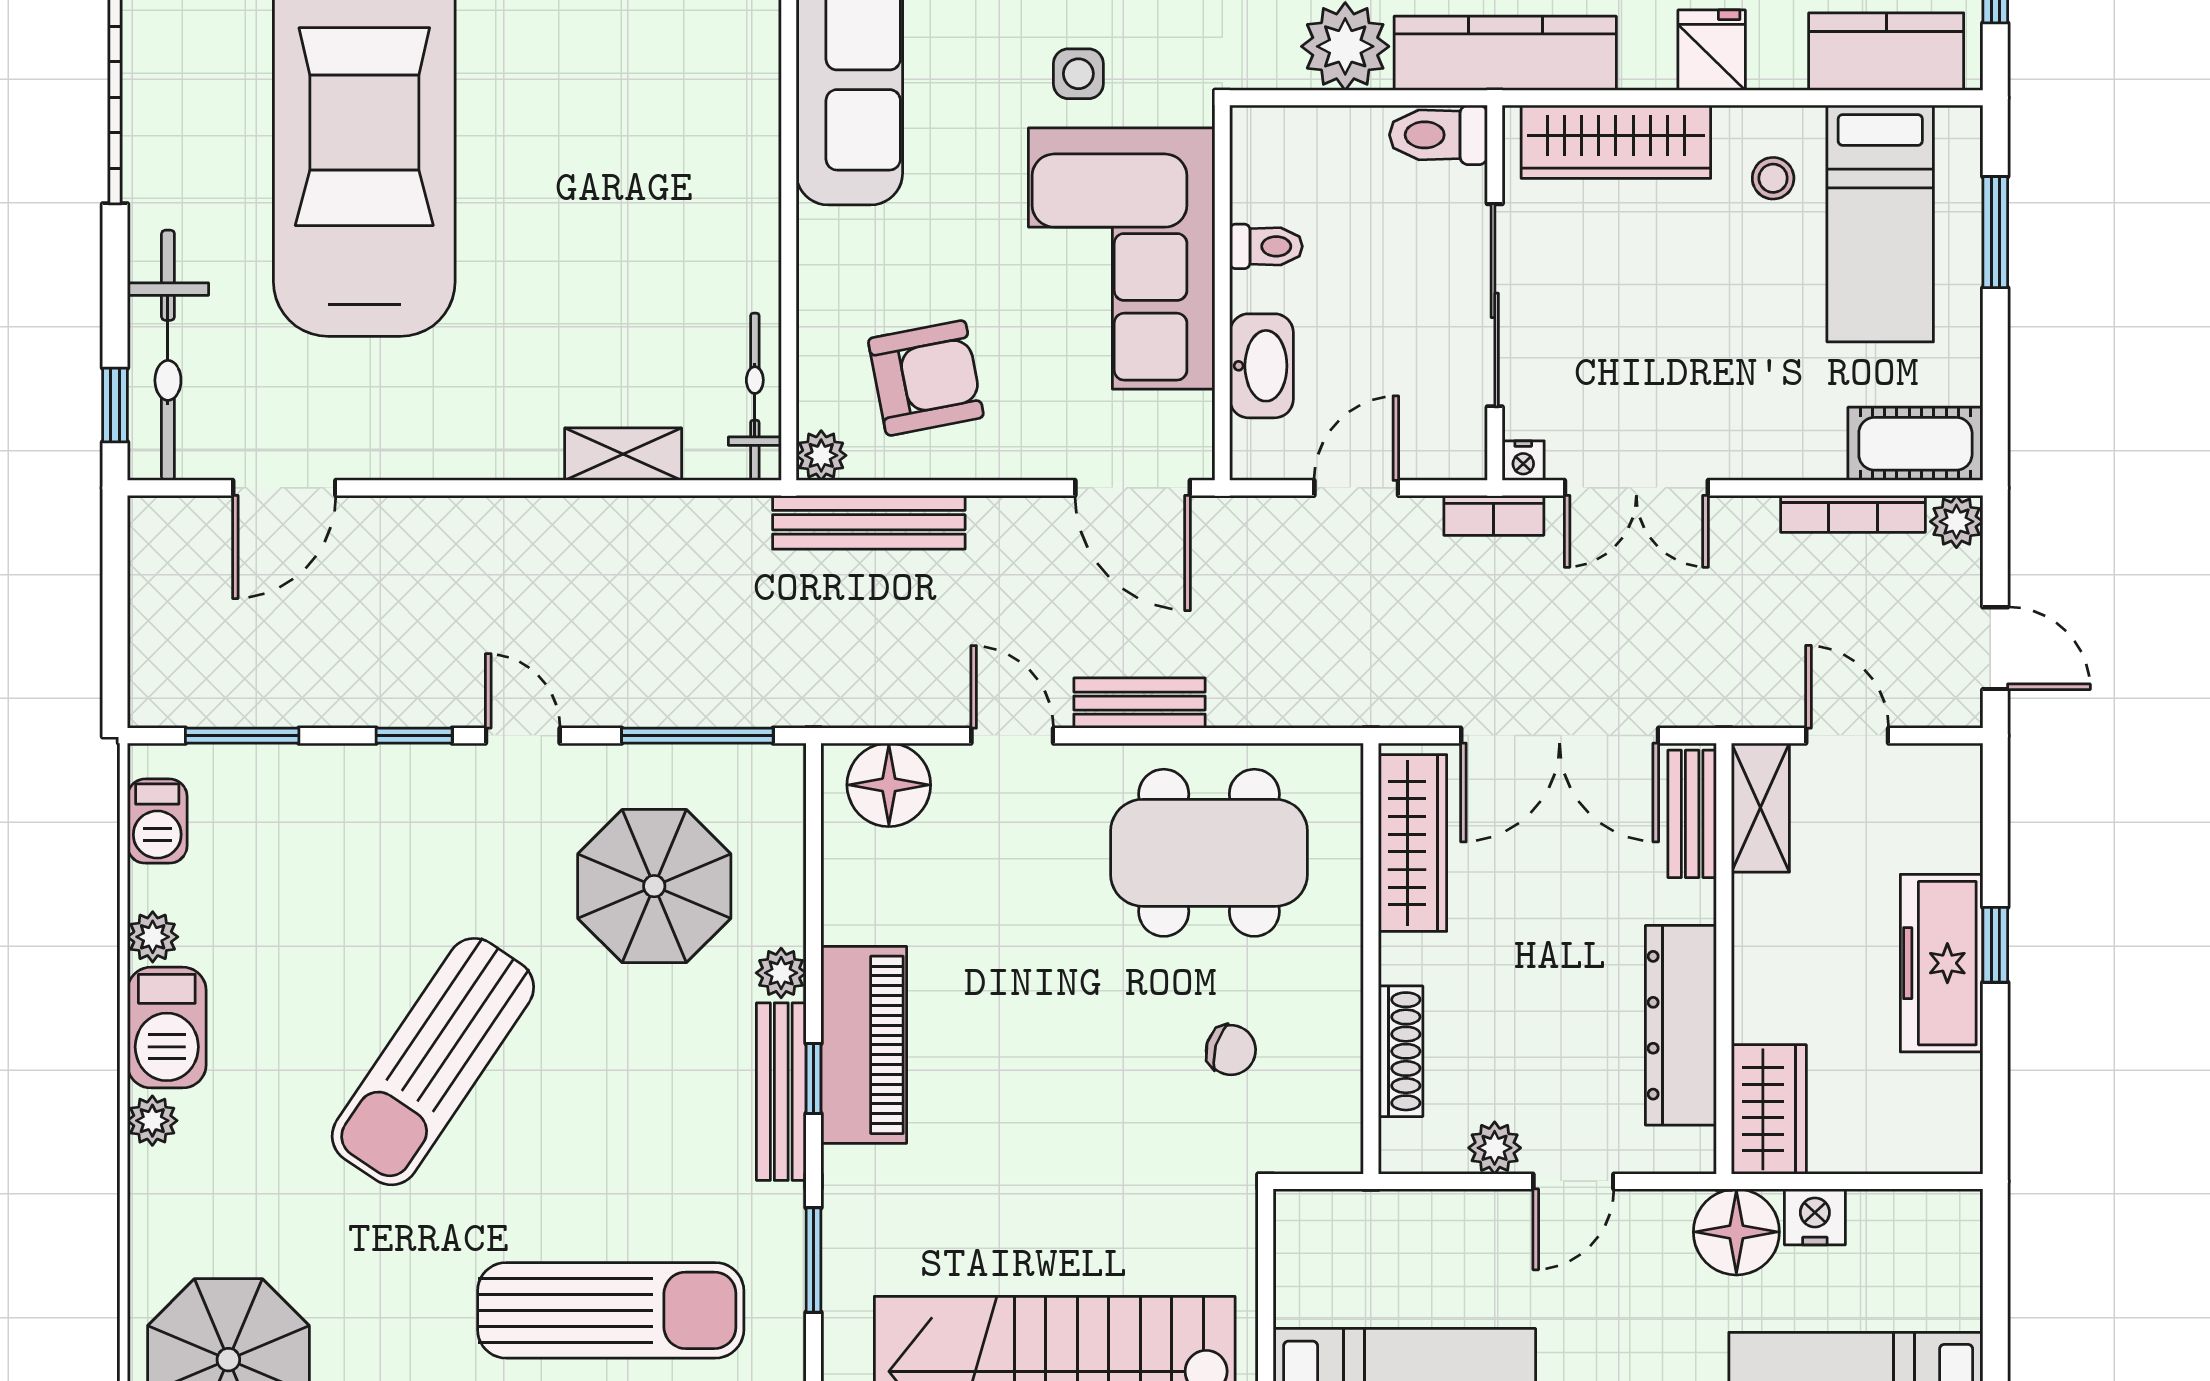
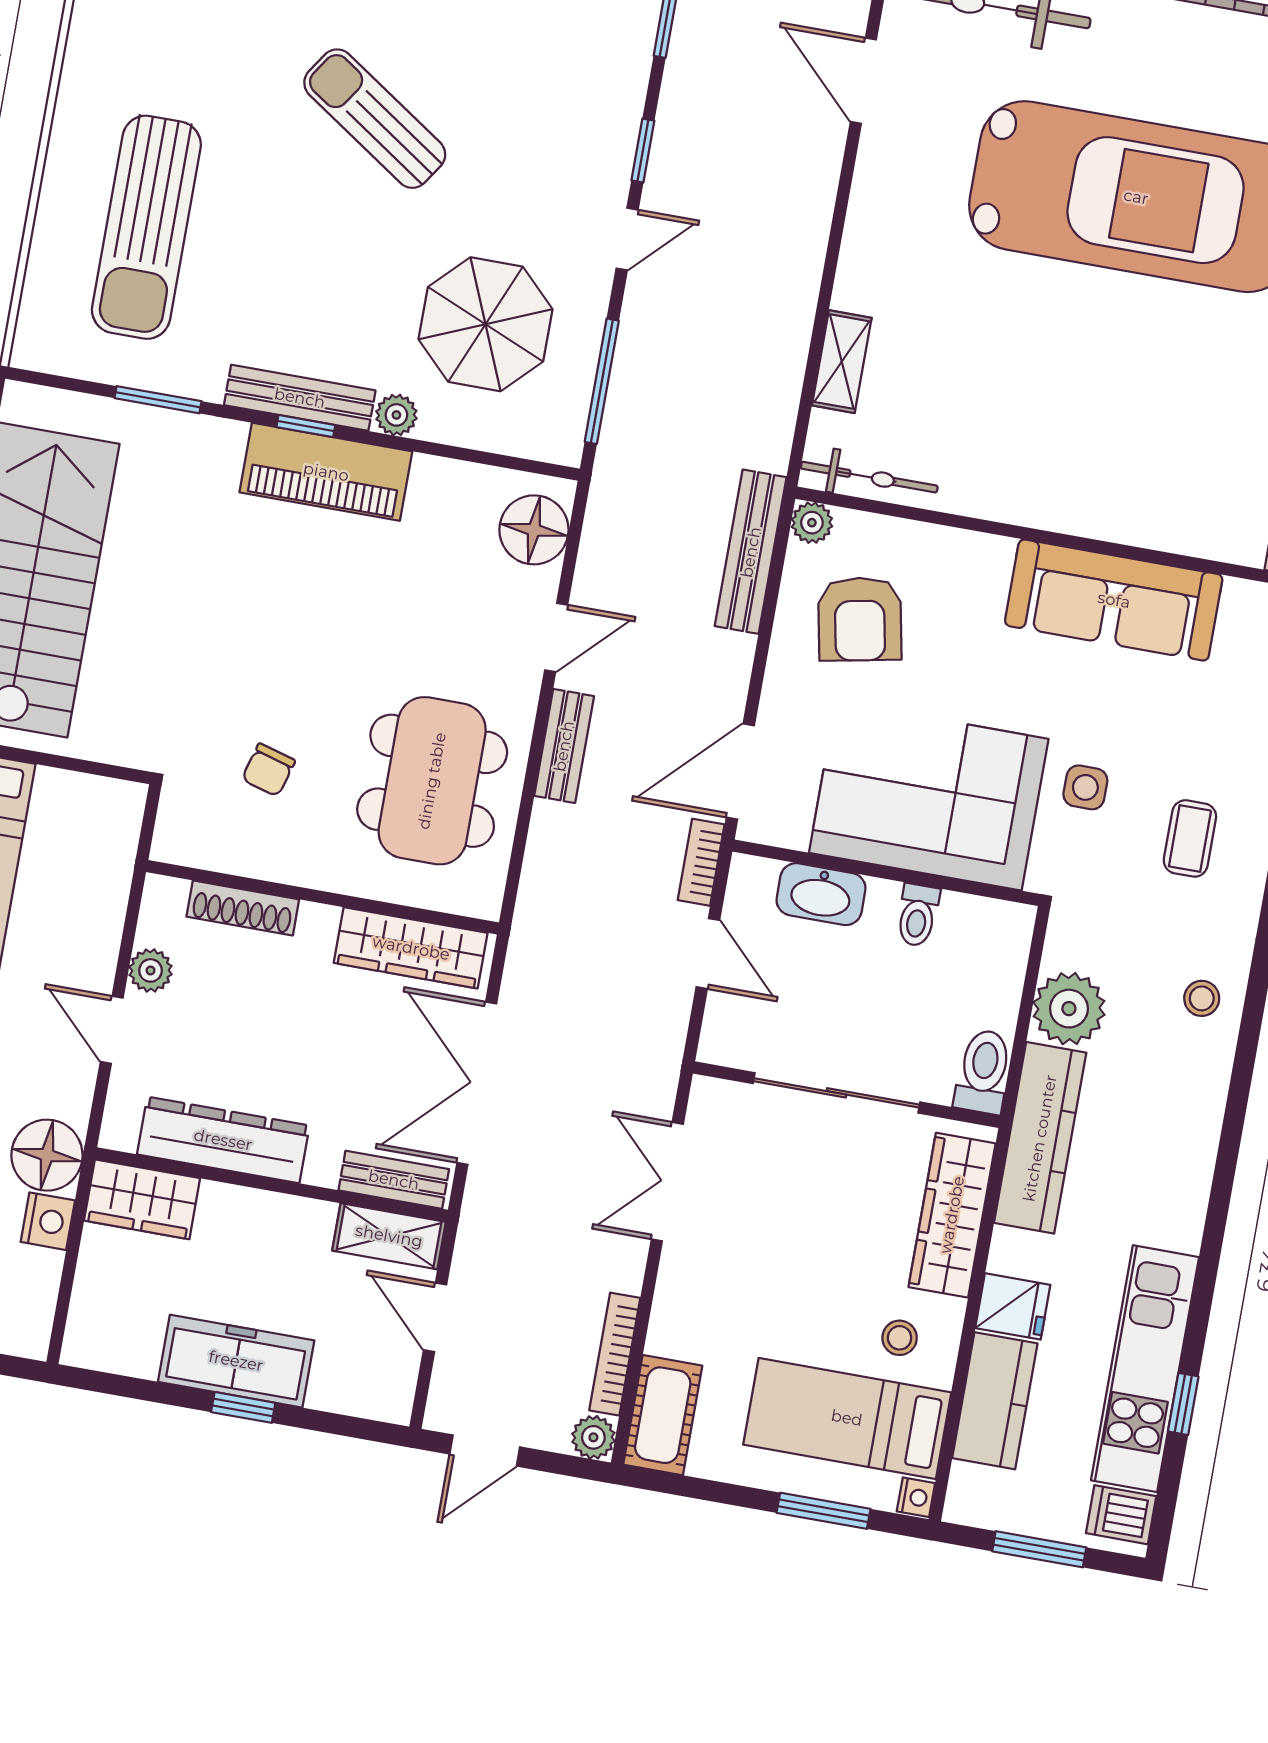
kitchen counter: (1886, 52) -> (995, 1401), moved
nightstand: (1523, 461) -> (916, 1497), moved, turned 180
bookcase: (1494, 515) -> (701, 862), moved
door: (1847, 736) -> (435, 1317), swing flipped
sun lounger: (433, 1062) -> (375, 119), width x0.73, depth x0.75

